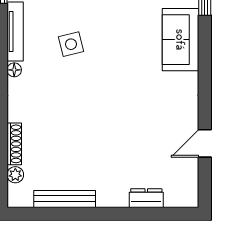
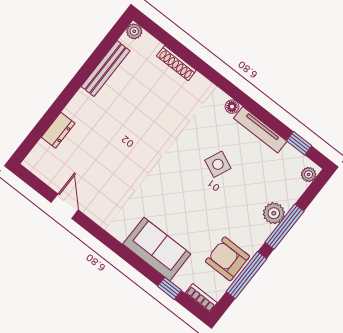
side table: (71, 44) -> (218, 164), turned 38
plant: (15, 175) -> (134, 31), moved

